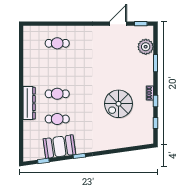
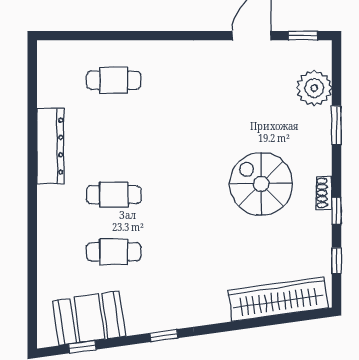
dresser: (29, 103) -> (50, 146), moved
spiral stairs: (118, 104) -> (261, 184), moved, turned 90
wardrobe: (130, 140) -> (278, 299), added
booth: (59, 147) -> (89, 318), moved

